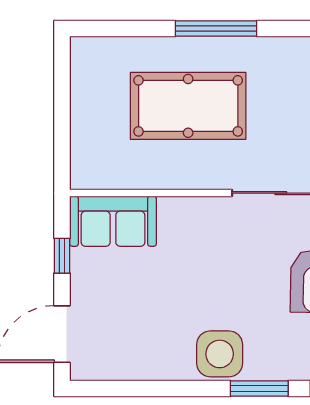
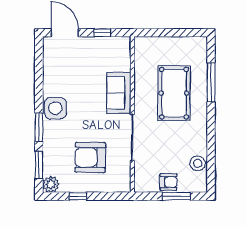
window: (216, 28) -> (211, 82), moved
sofa: (113, 221) -> (119, 93), moved

